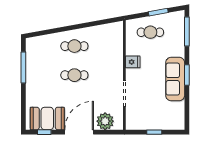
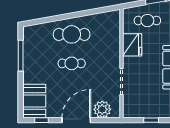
cafe table: (74, 46) -> (72, 34), width x1.37, depth x1.35
fridge: (133, 62) -> (132, 45), width x1.88, depth x1.34
booth: (47, 118) -> (34, 101), moved, turned 90

